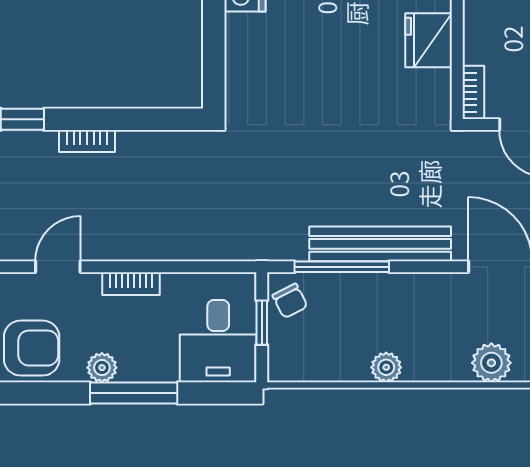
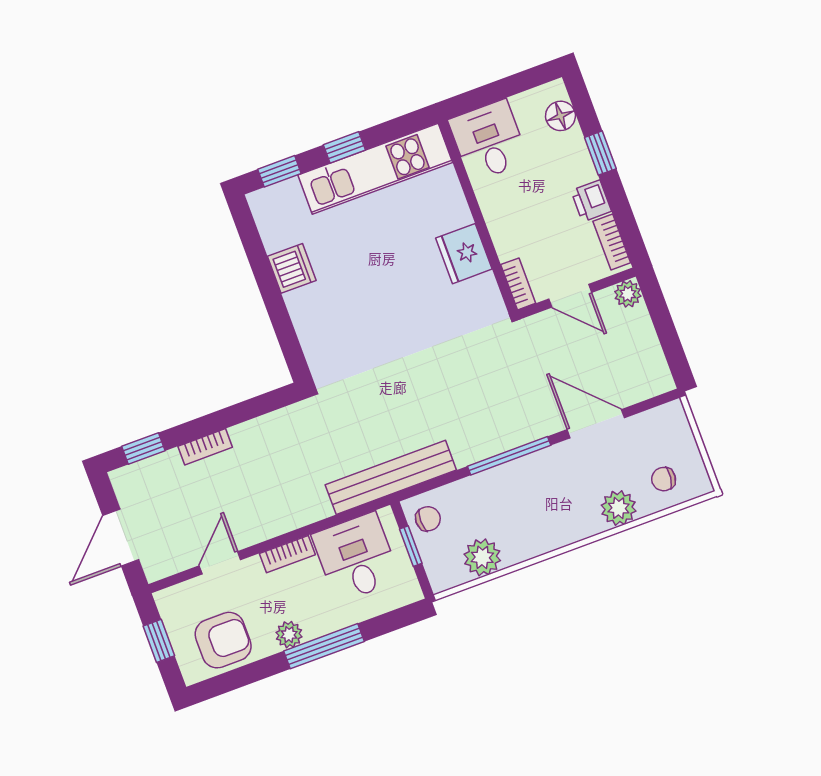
bench: (380, 244) -> (391, 477), moved
window: (342, 267) -> (509, 456), moved
chair: (290, 301) -> (428, 519), turned -63
desk: (218, 341) -> (356, 557), moved, turned 180
plant: (386, 367) -> (482, 557), moved, width x1.38, depth x1.38

